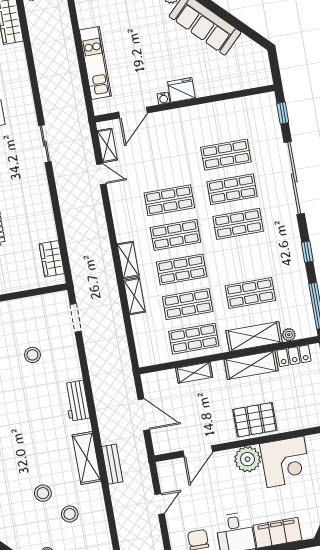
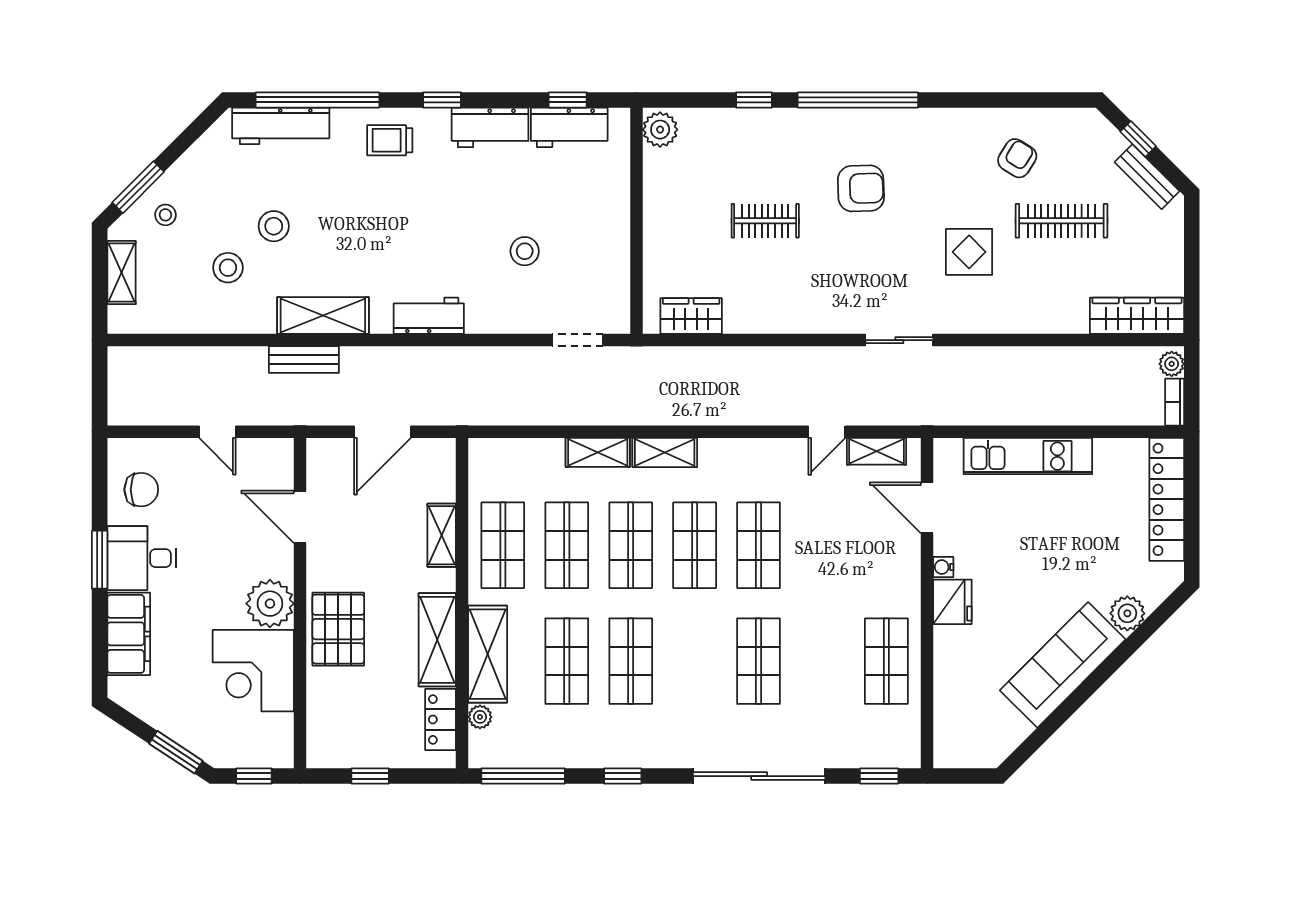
shop shelf: (226, 155) -> (886, 661), moved
shop shelf: (238, 224) -> (631, 661), moved

